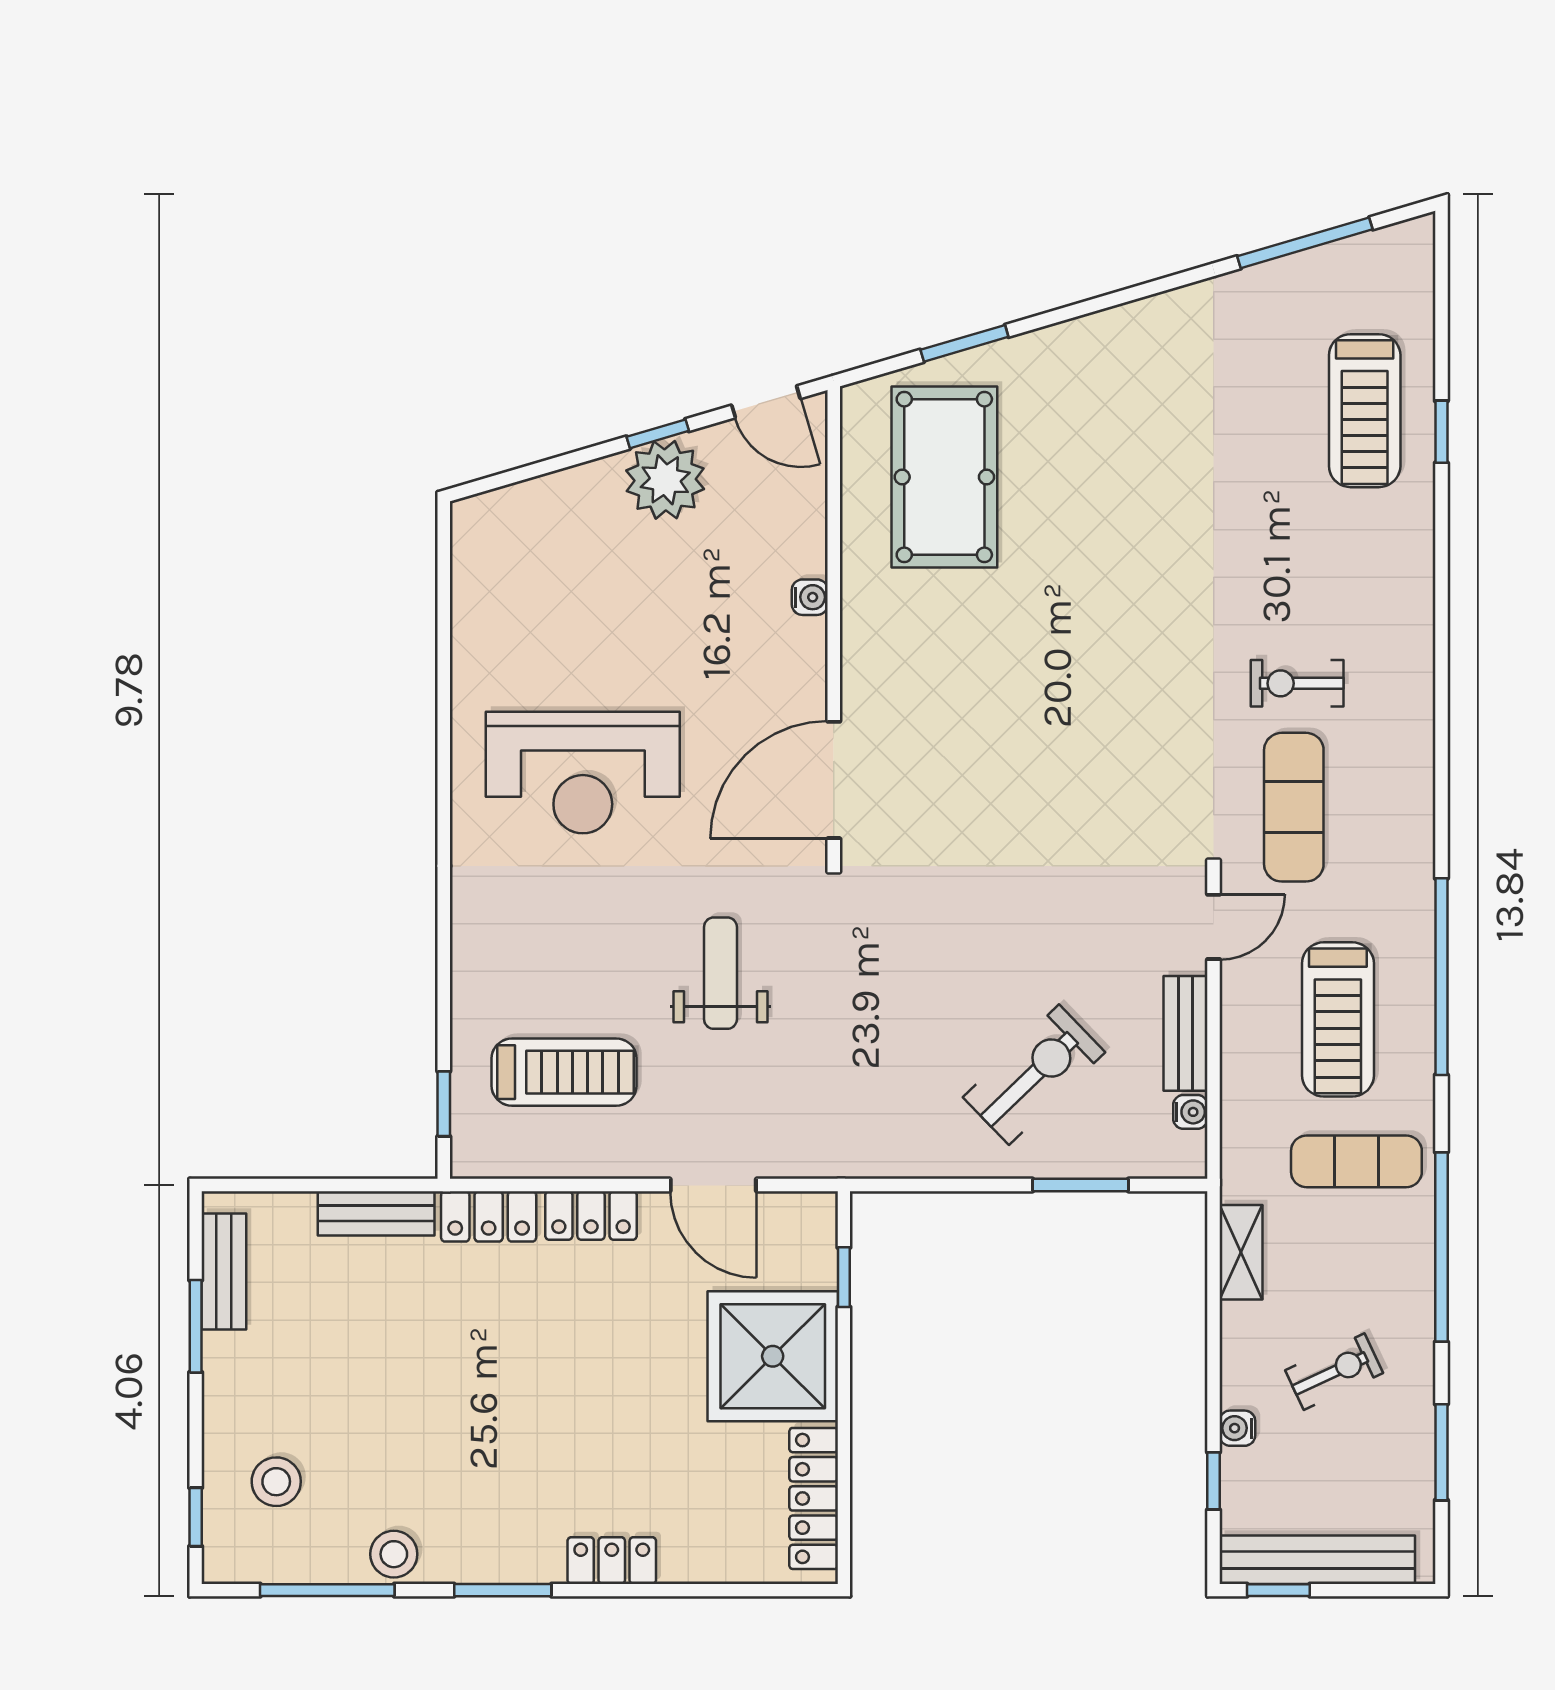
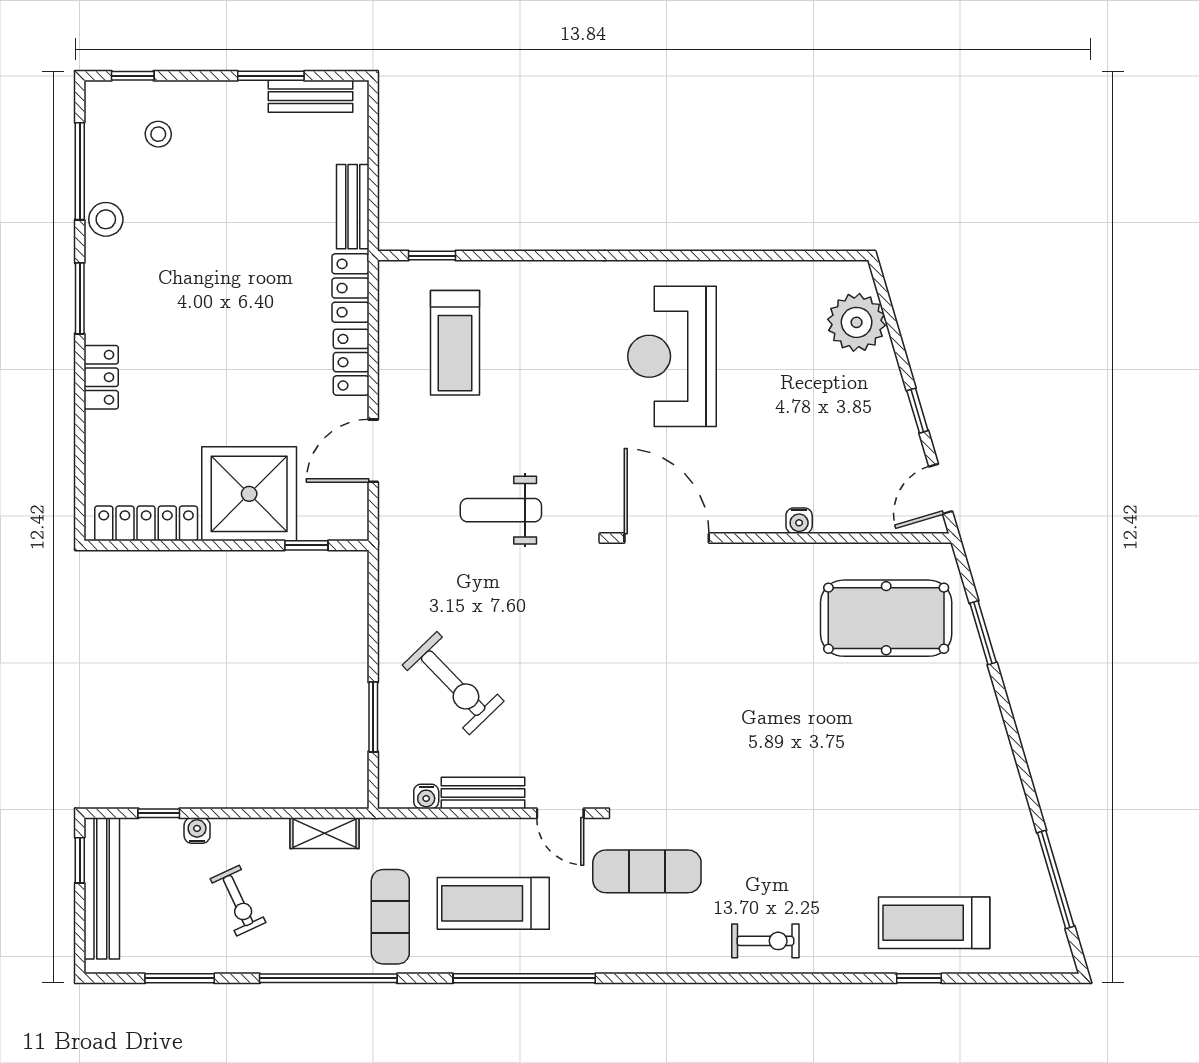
plant: (665, 480) -> (857, 322), moved
exercise bike: (1297, 683) -> (765, 941), moved, turned 90
weight bench: (720, 973) -> (501, 510), moved, turned 180
stool: (276, 1482) -> (158, 134), width x0.73, depth x0.73

